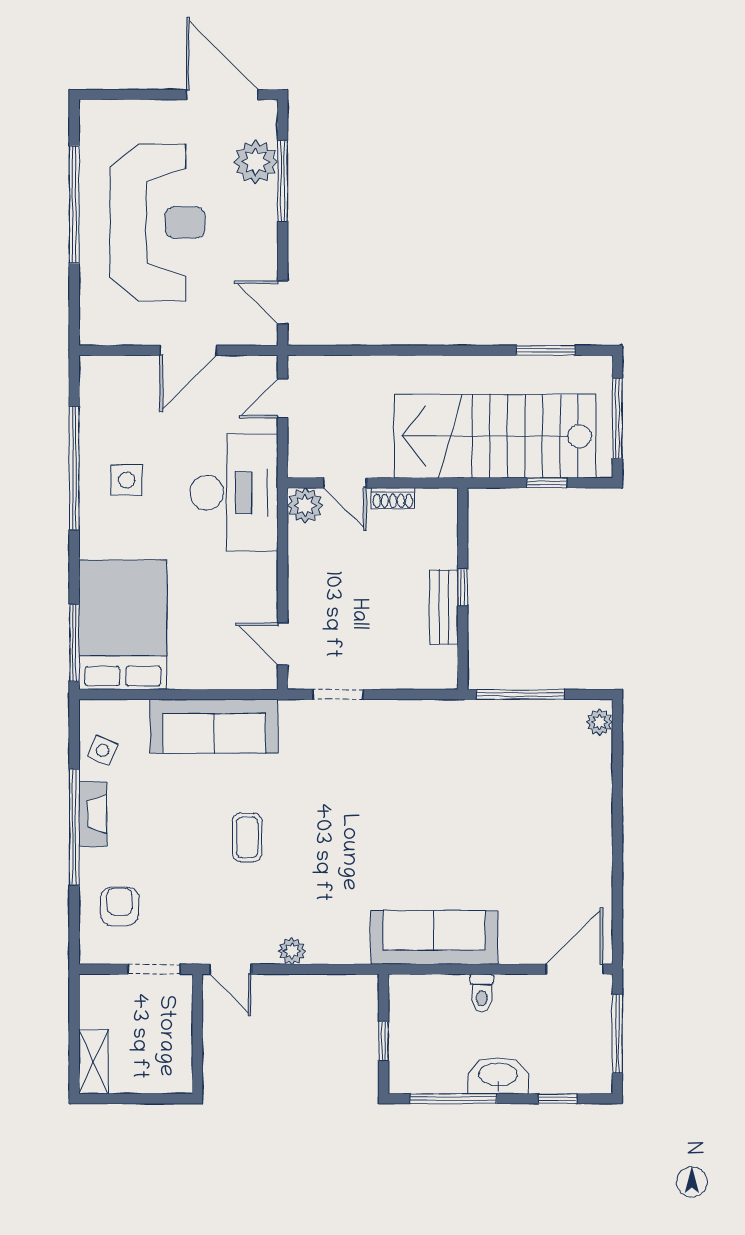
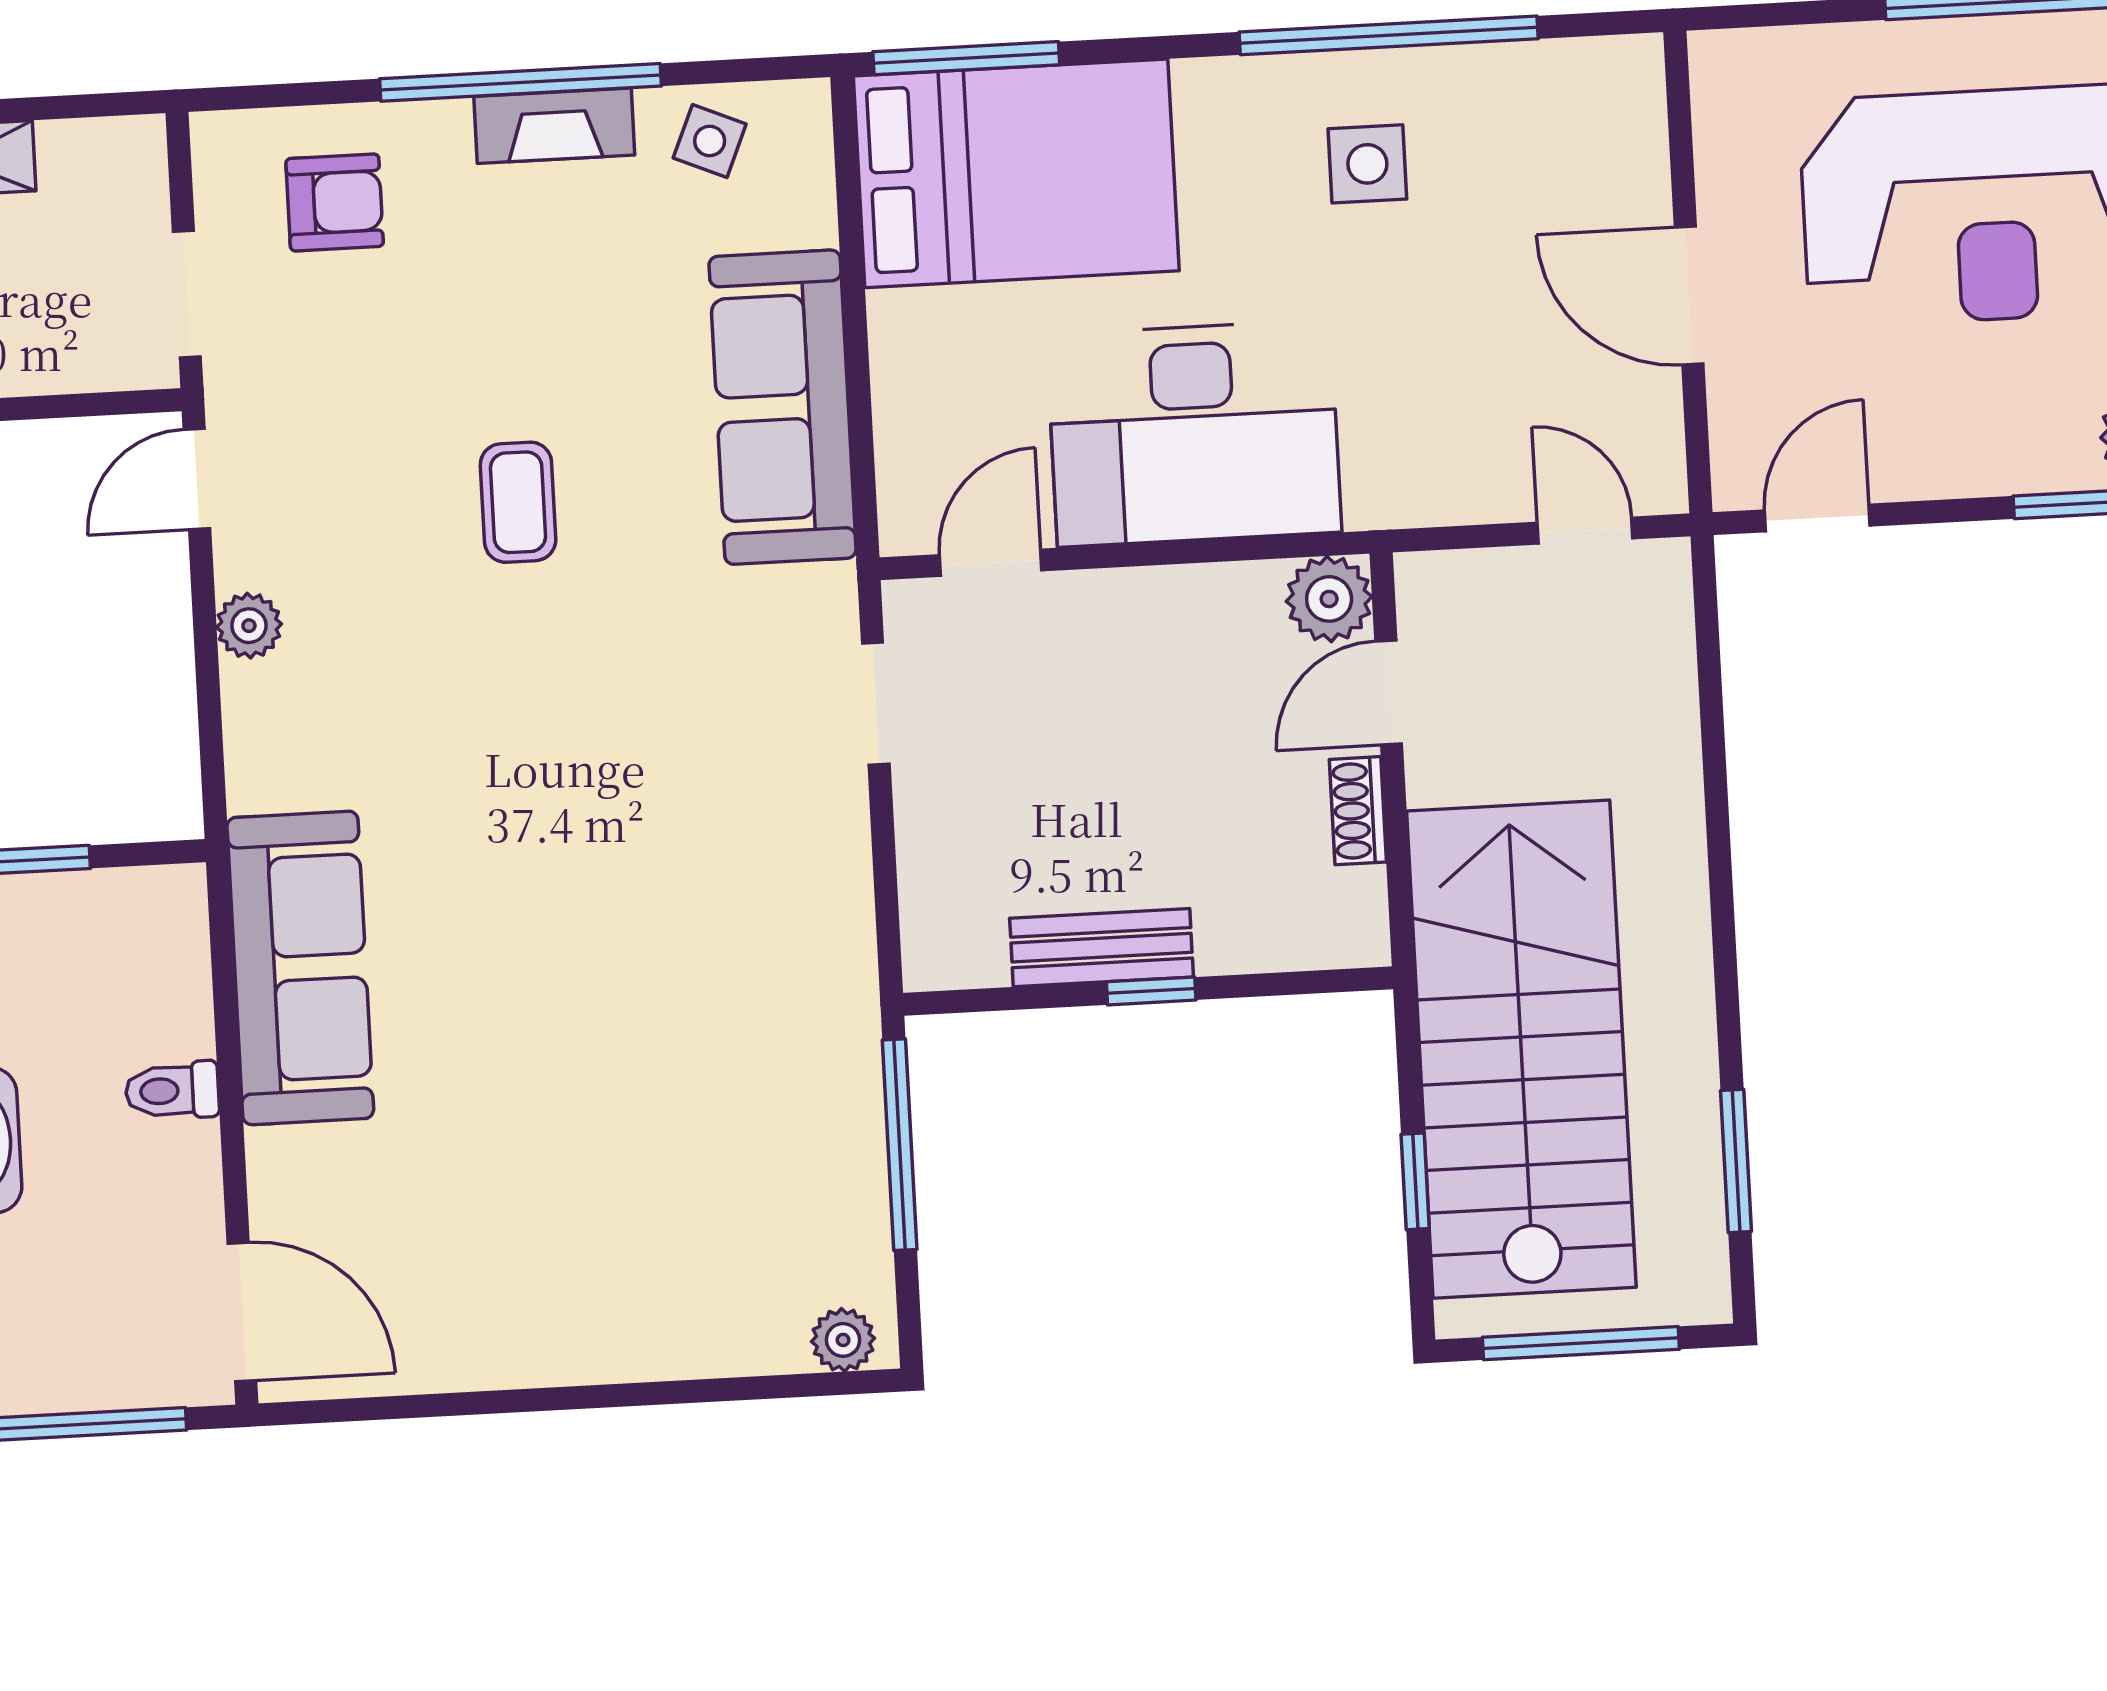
desk: (234, 493) -> (1194, 434), moved
coffee table: (247, 837) -> (518, 502), turned 90

